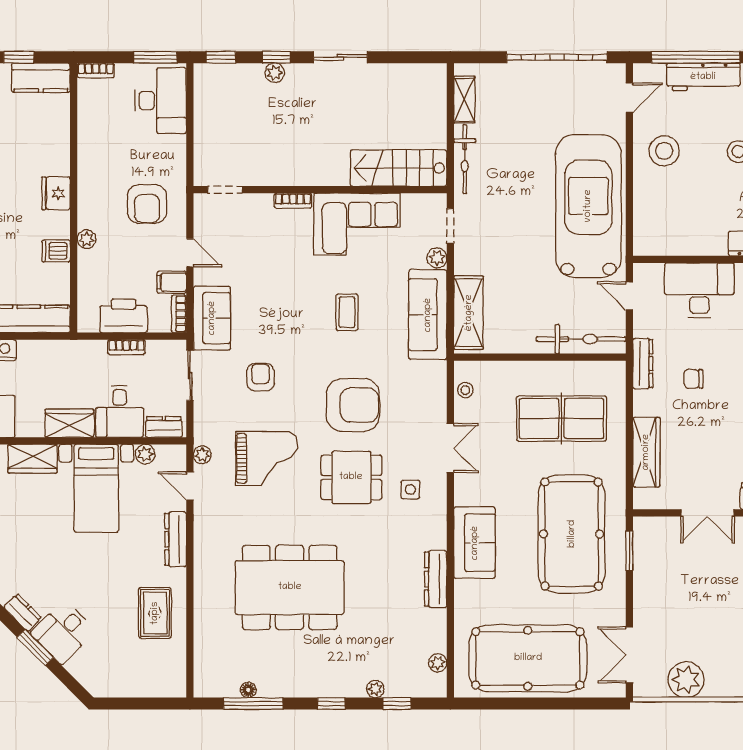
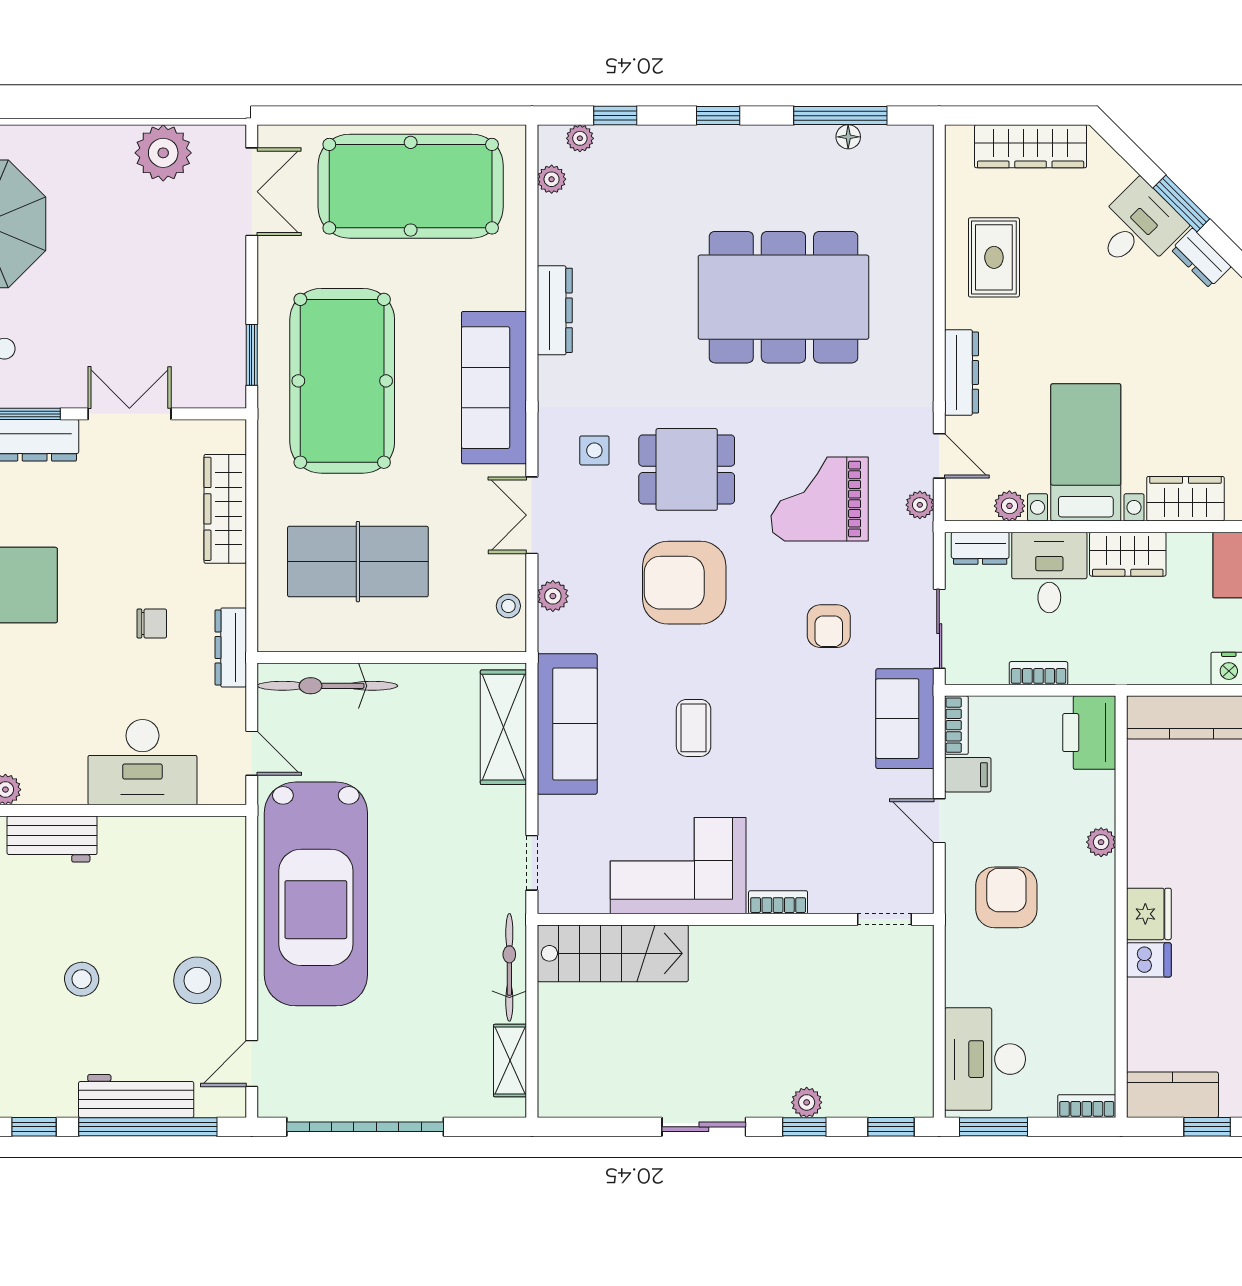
dishwasher: (56, 251) -> (1149, 960), moved
plant: (437, 258) -> (553, 596), moved
printer: (124, 316) -> (1089, 733), moved, turned 90
sofa: (475, 543) -> (494, 388), width x1.36
wardrobe: (132, 684) -> (1031, 146), added
plant: (375, 689) -> (580, 138), moved

